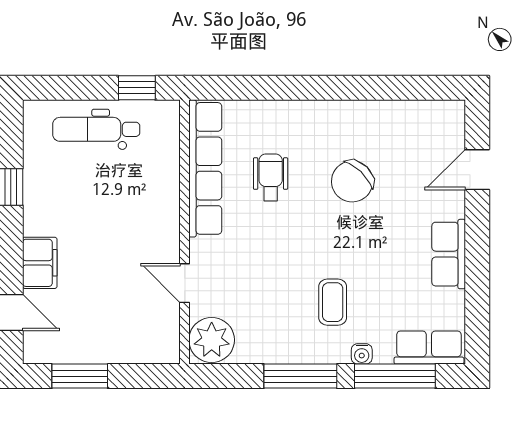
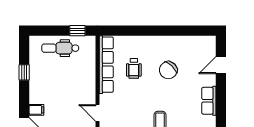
wheelchair: (271, 177) -> (134, 68), turned 180
filing cabinet: (40, 263) -> (36, 110), width x0.50

